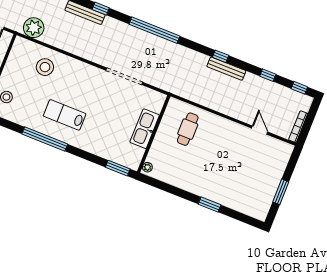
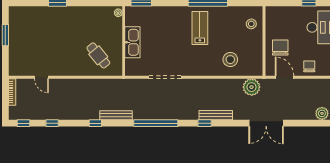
bench: (226, 69) -> (116, 115), moved
lab bench: (65, 115) -> (200, 28), turned -90
cafe table: (188, 129) -> (98, 55), turned -39

